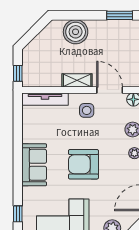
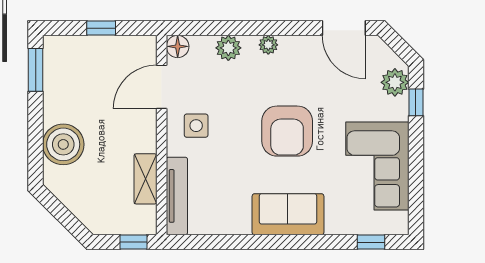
shelving: (77, 80) -> (145, 179), moved

